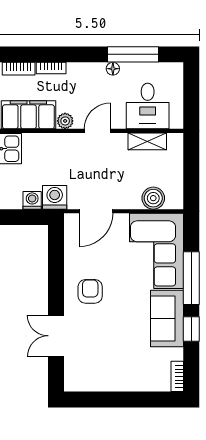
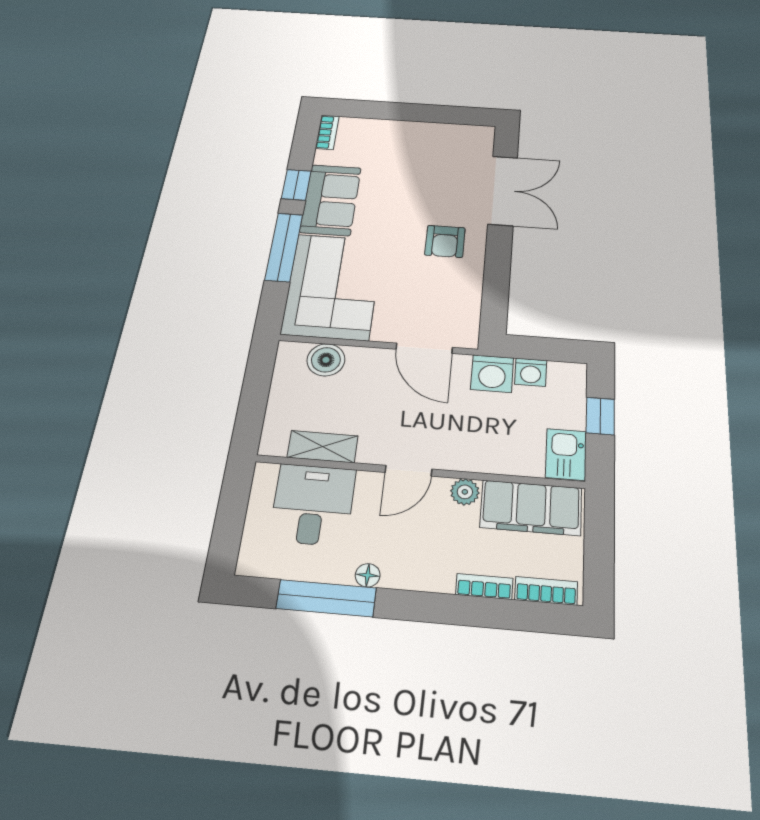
door: (96, 211) -> (424, 348), swing flipped
double door: (56, 336) -> (503, 190), width x1.37

